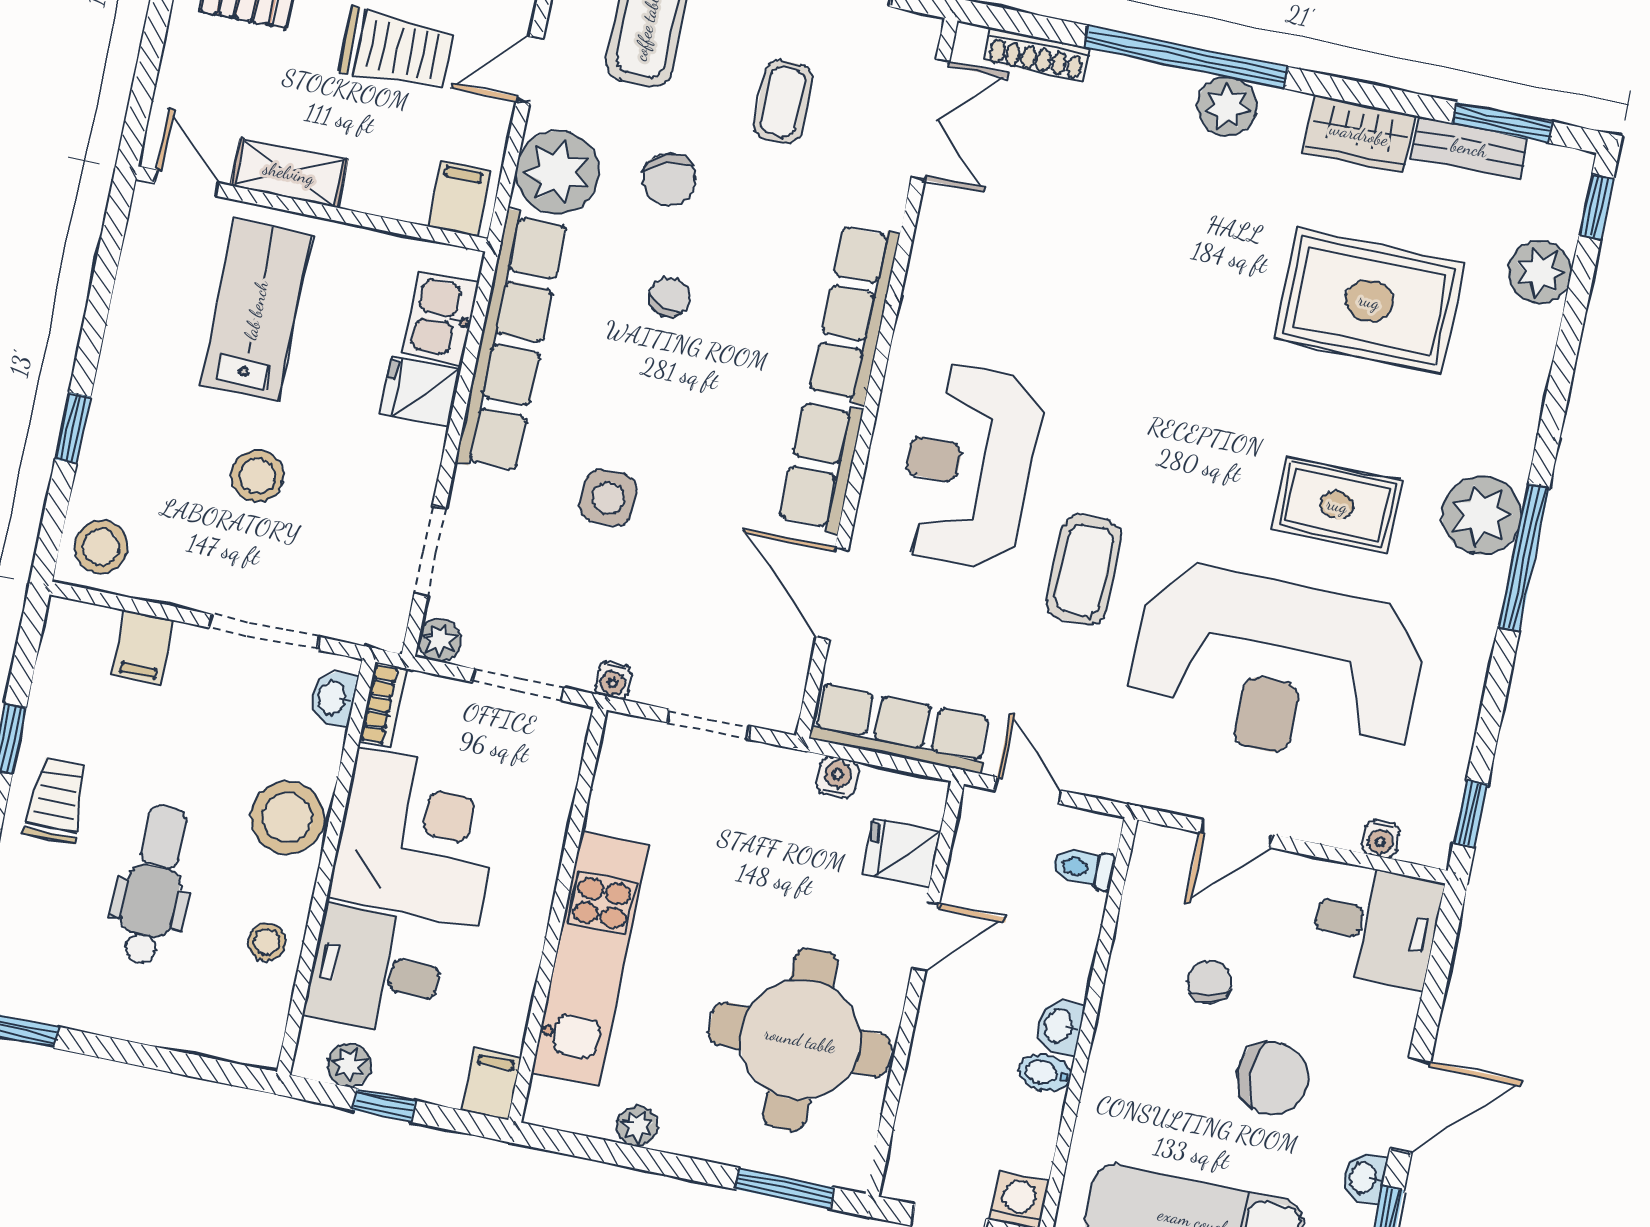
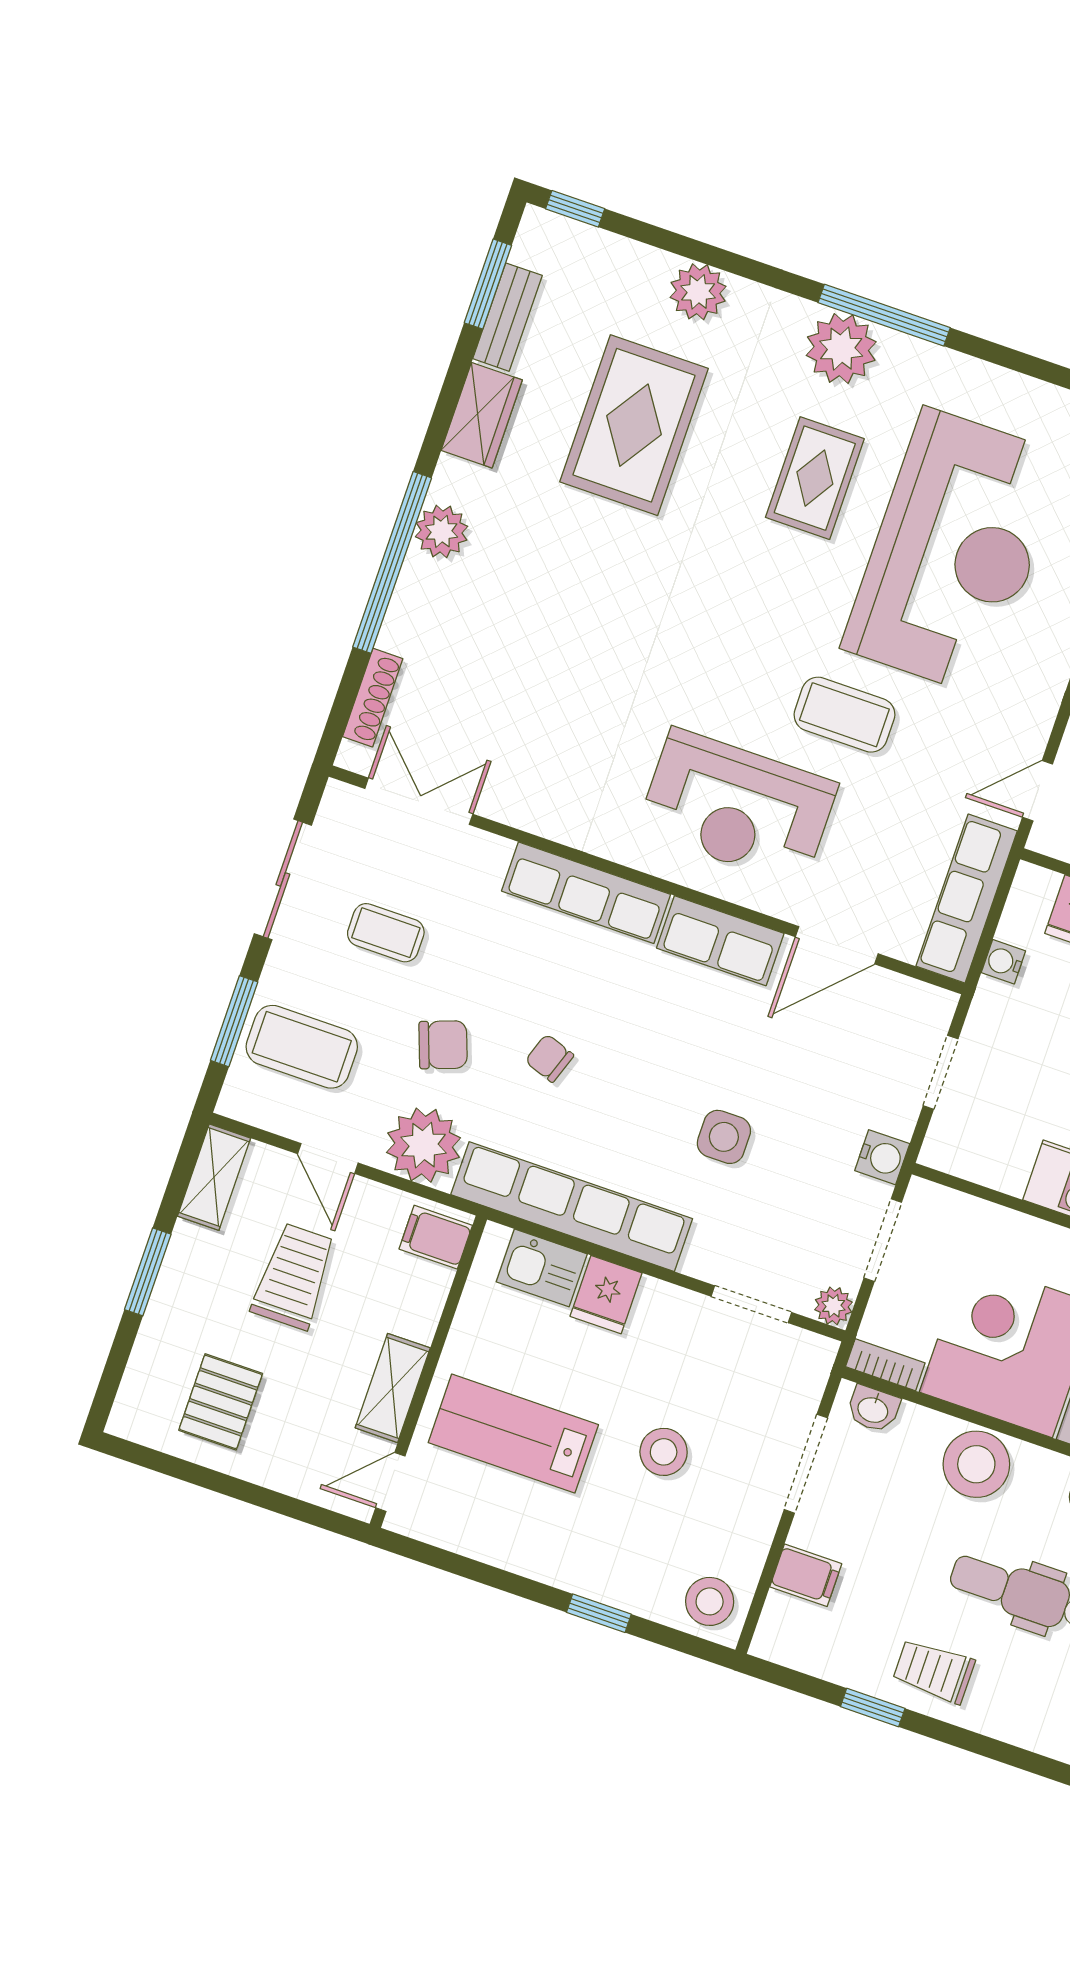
plant: (1540, 272) -> (698, 292), moved
water cooler: (613, 680) -> (882, 1157), width x1.38, depth x1.38

